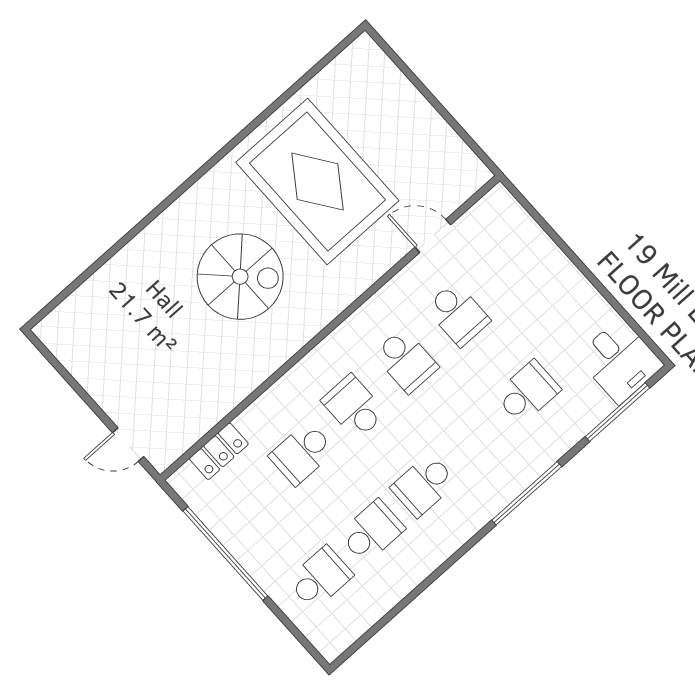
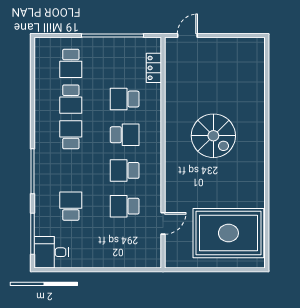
rug: (317, 182) -> (228, 233), moved
spiral stairs: (240, 277) -> (213, 136), turned -90
school desk: (528, 392) -> (71, 206), turned 180
school desk: (302, 453) -> (125, 99), turned -90

